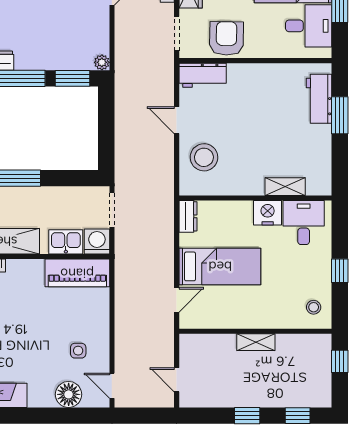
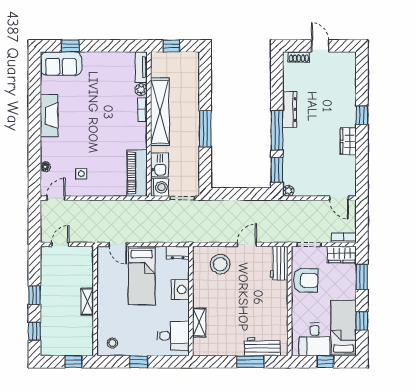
nightstand: (268, 213) -> (180, 290), moved
floor lamp: (69, 394) -> (45, 167), width x0.53, depth x0.53

